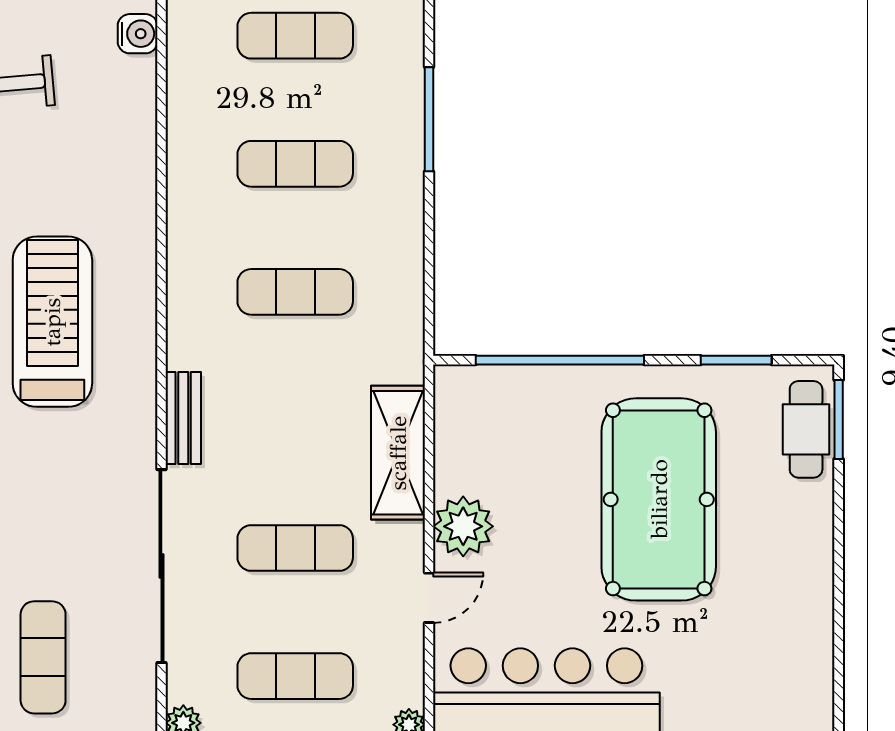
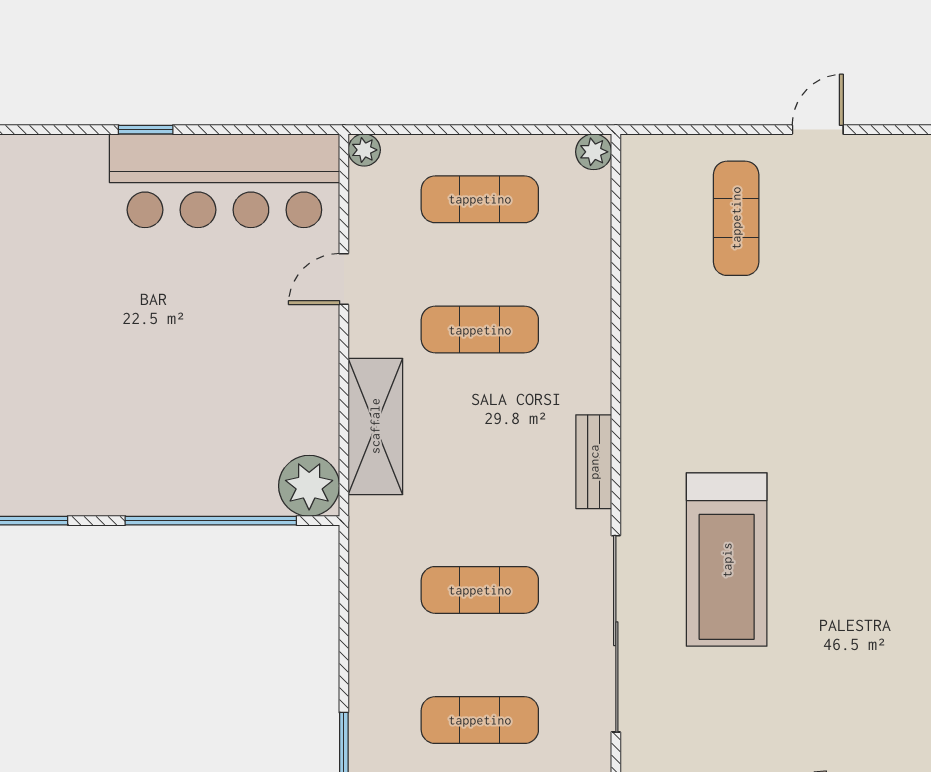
pool table: (659, 499) -> (110, 379), removed
plant: (463, 526) -> (309, 486), moved
sliding door: (161, 566) -> (616, 634), moved

